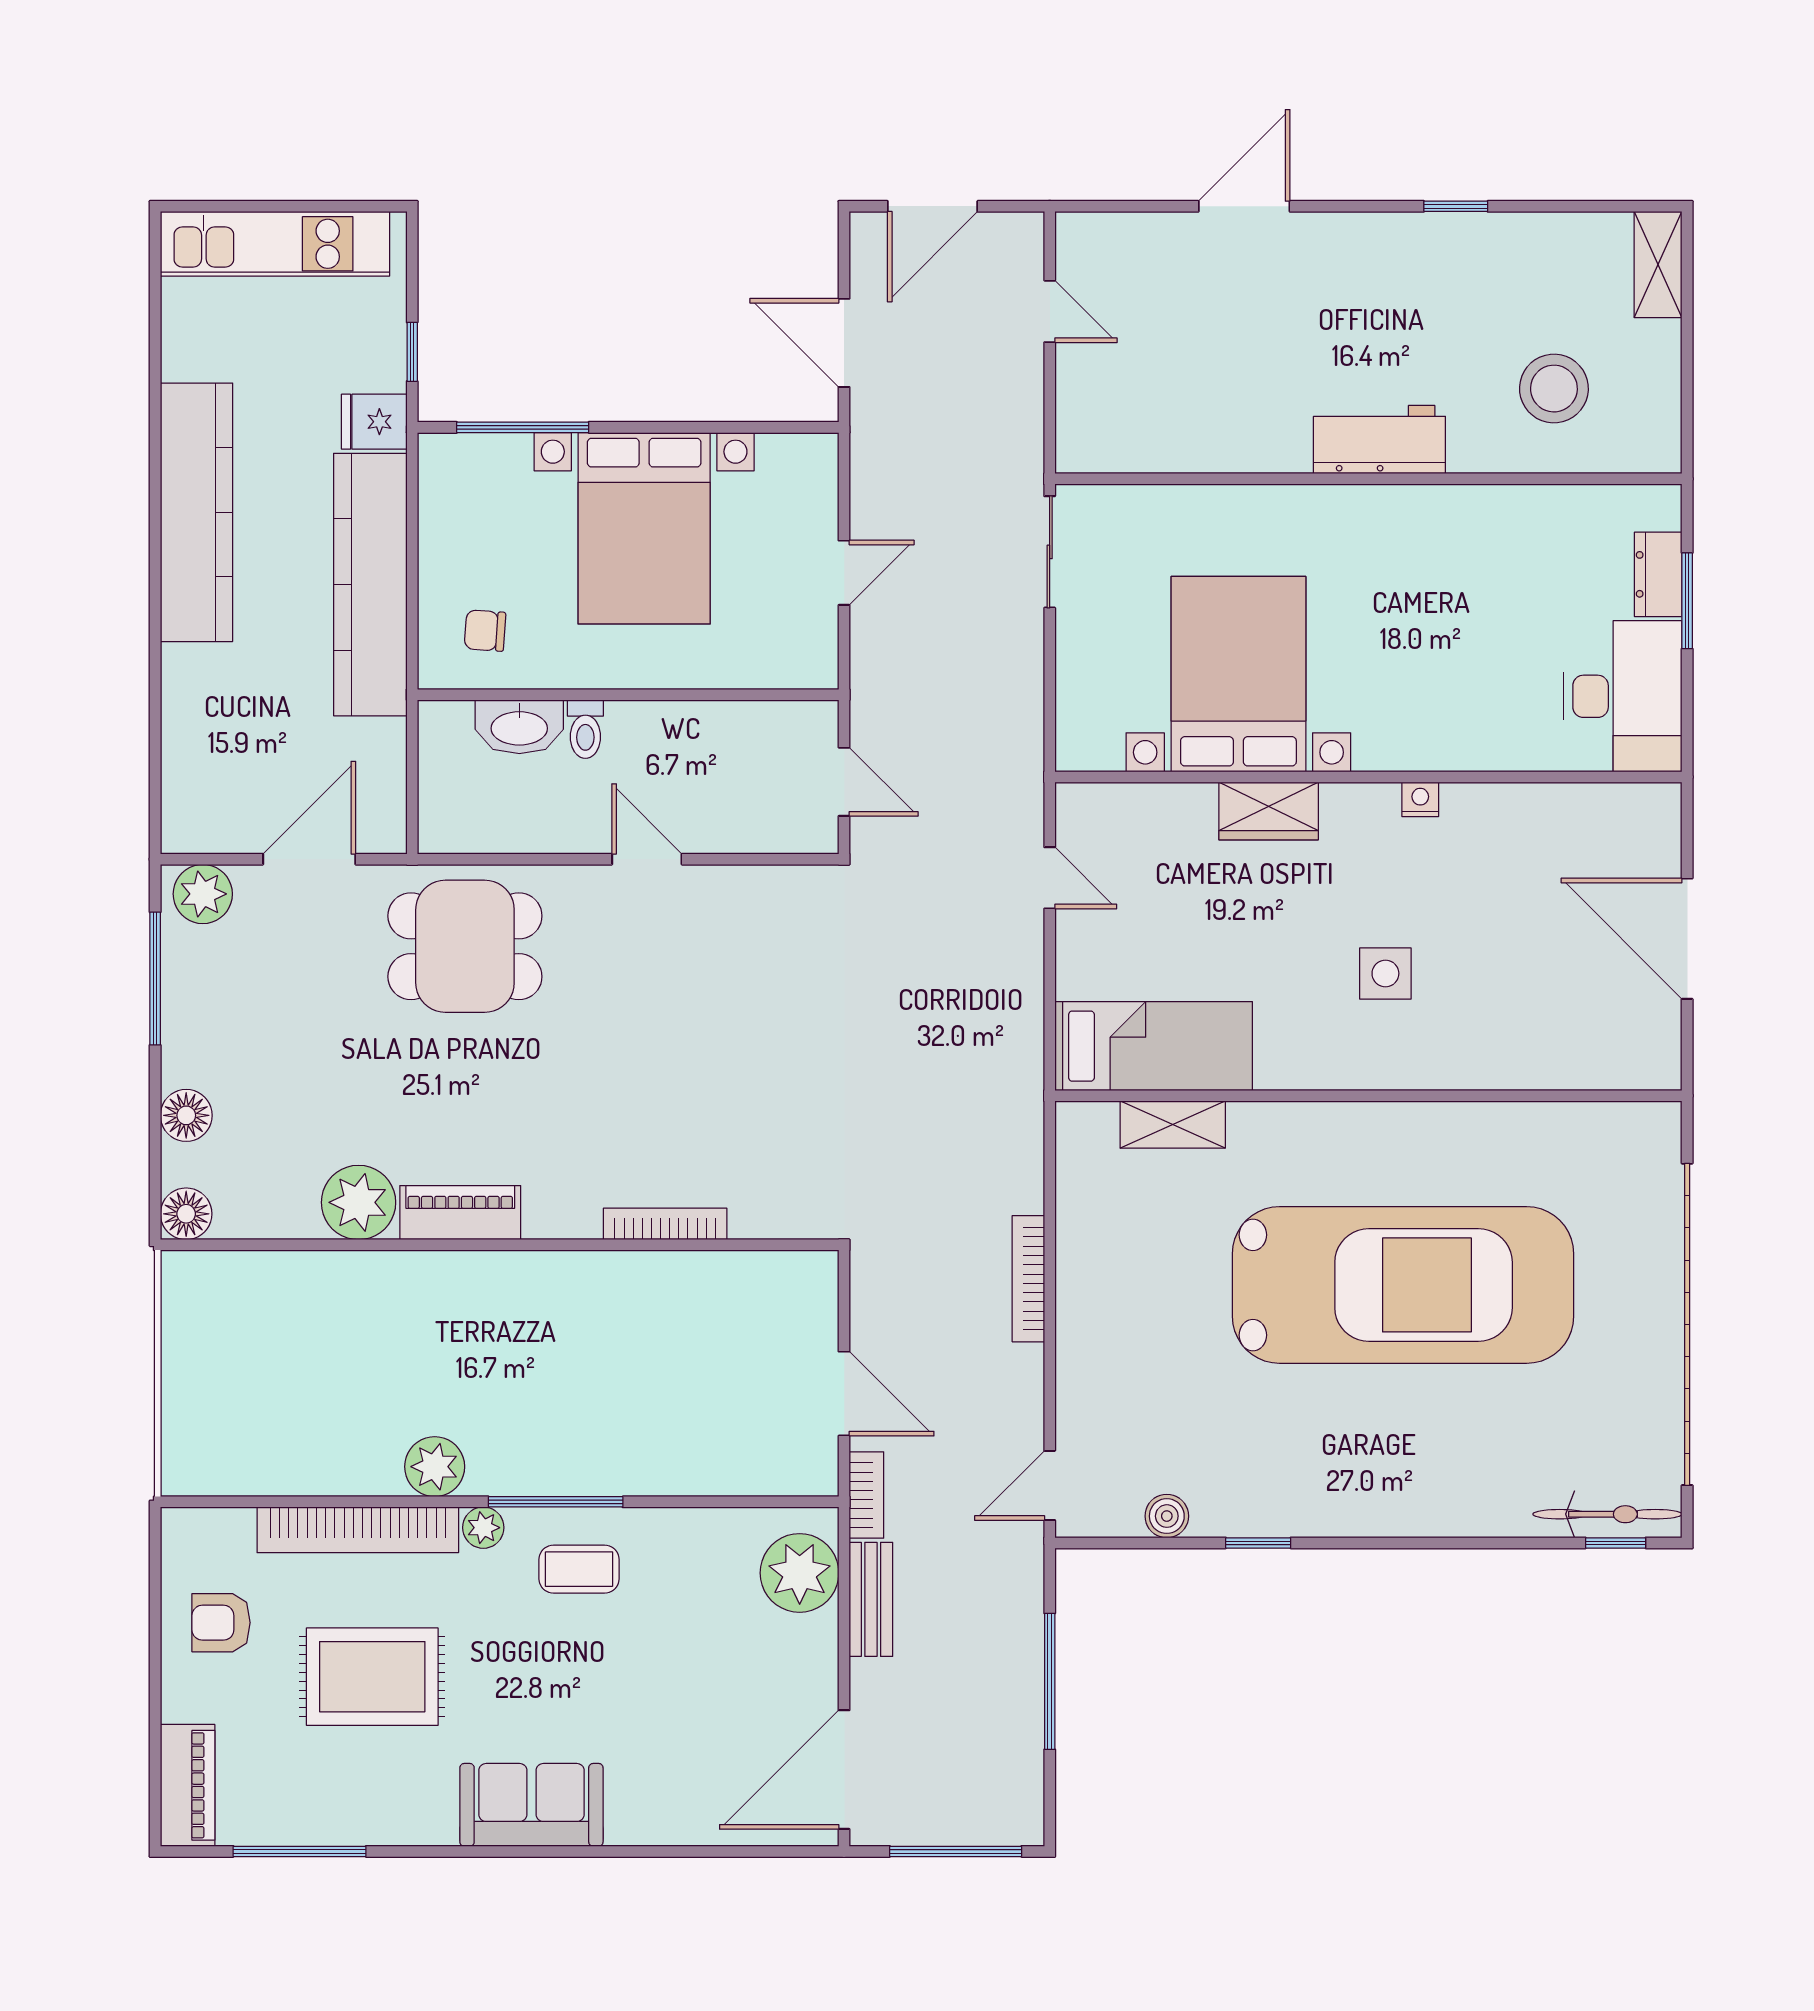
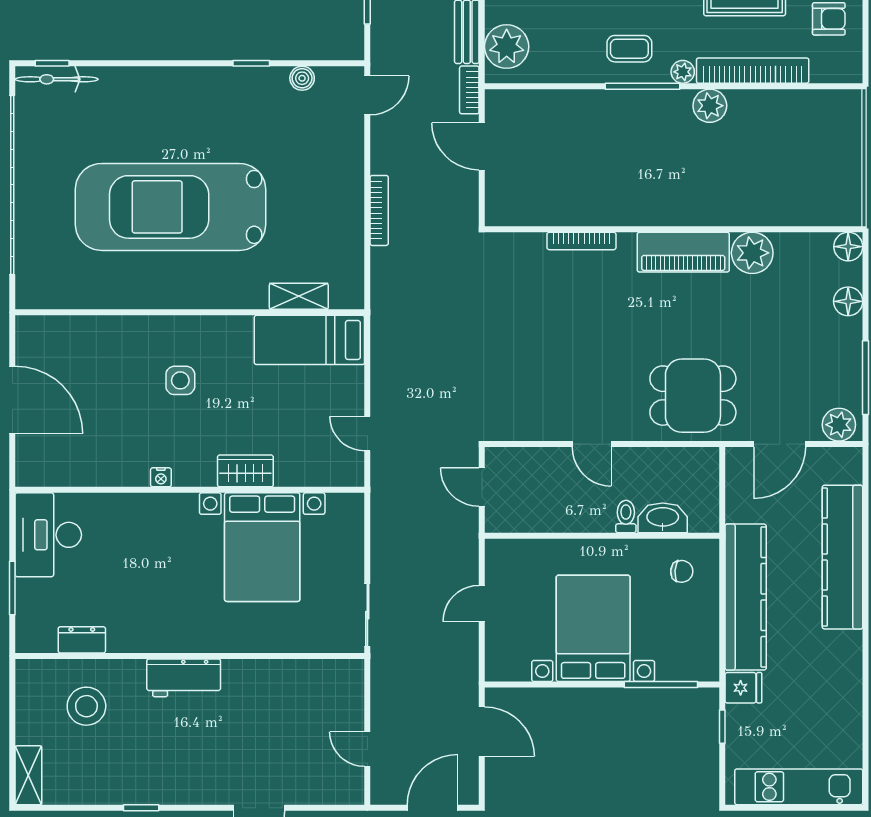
kitchen counter: (196, 512) -> (842, 557), moved
dresser: (1658, 574) -> (82, 640), moved, turned -90
piano: (460, 1213) -> (683, 252), width x1.37, depth x1.33

